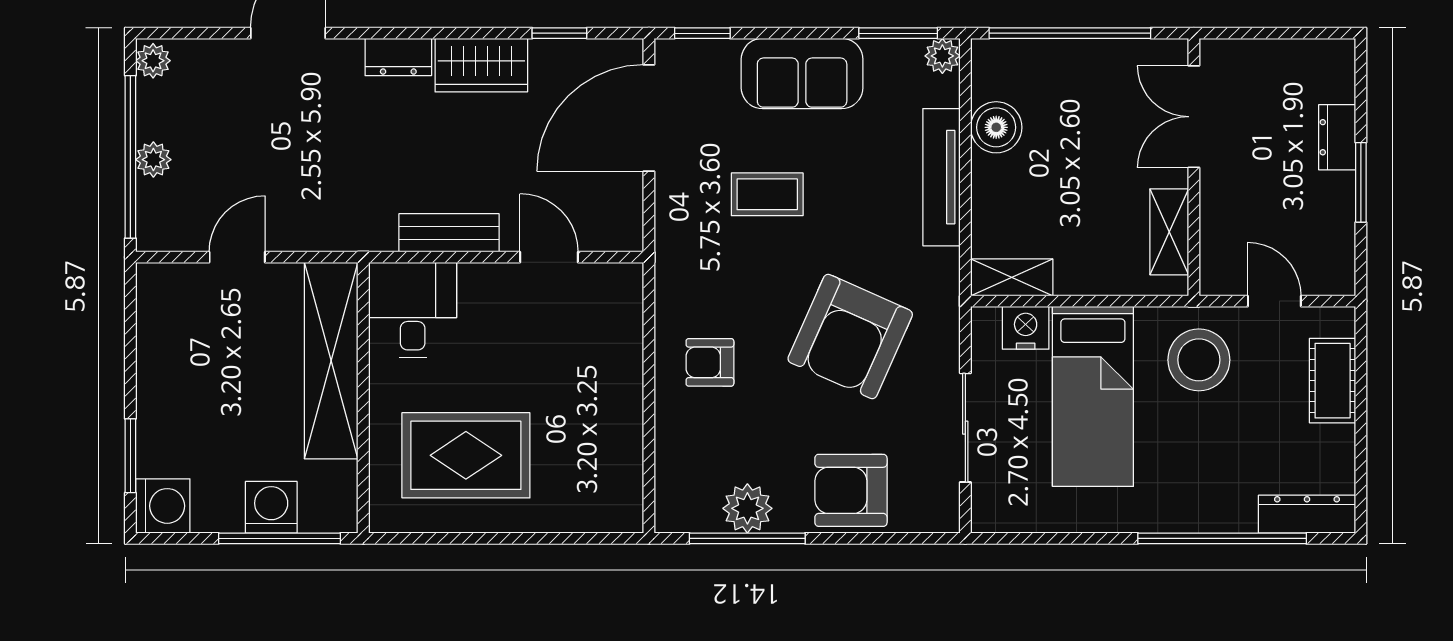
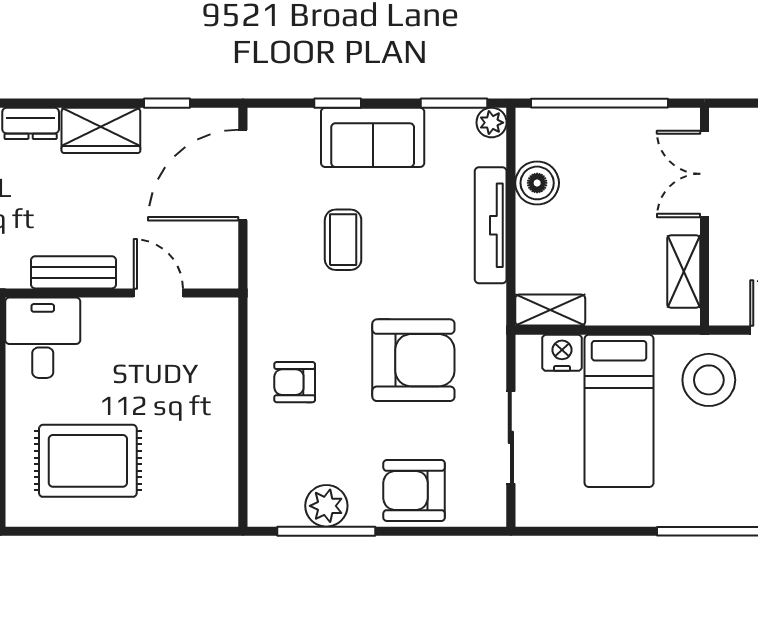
window: (702, 33) -> (338, 103), moved
coffee table: (767, 194) -> (343, 240), turned 90
armchair: (850, 337) -> (413, 360), turned -114

